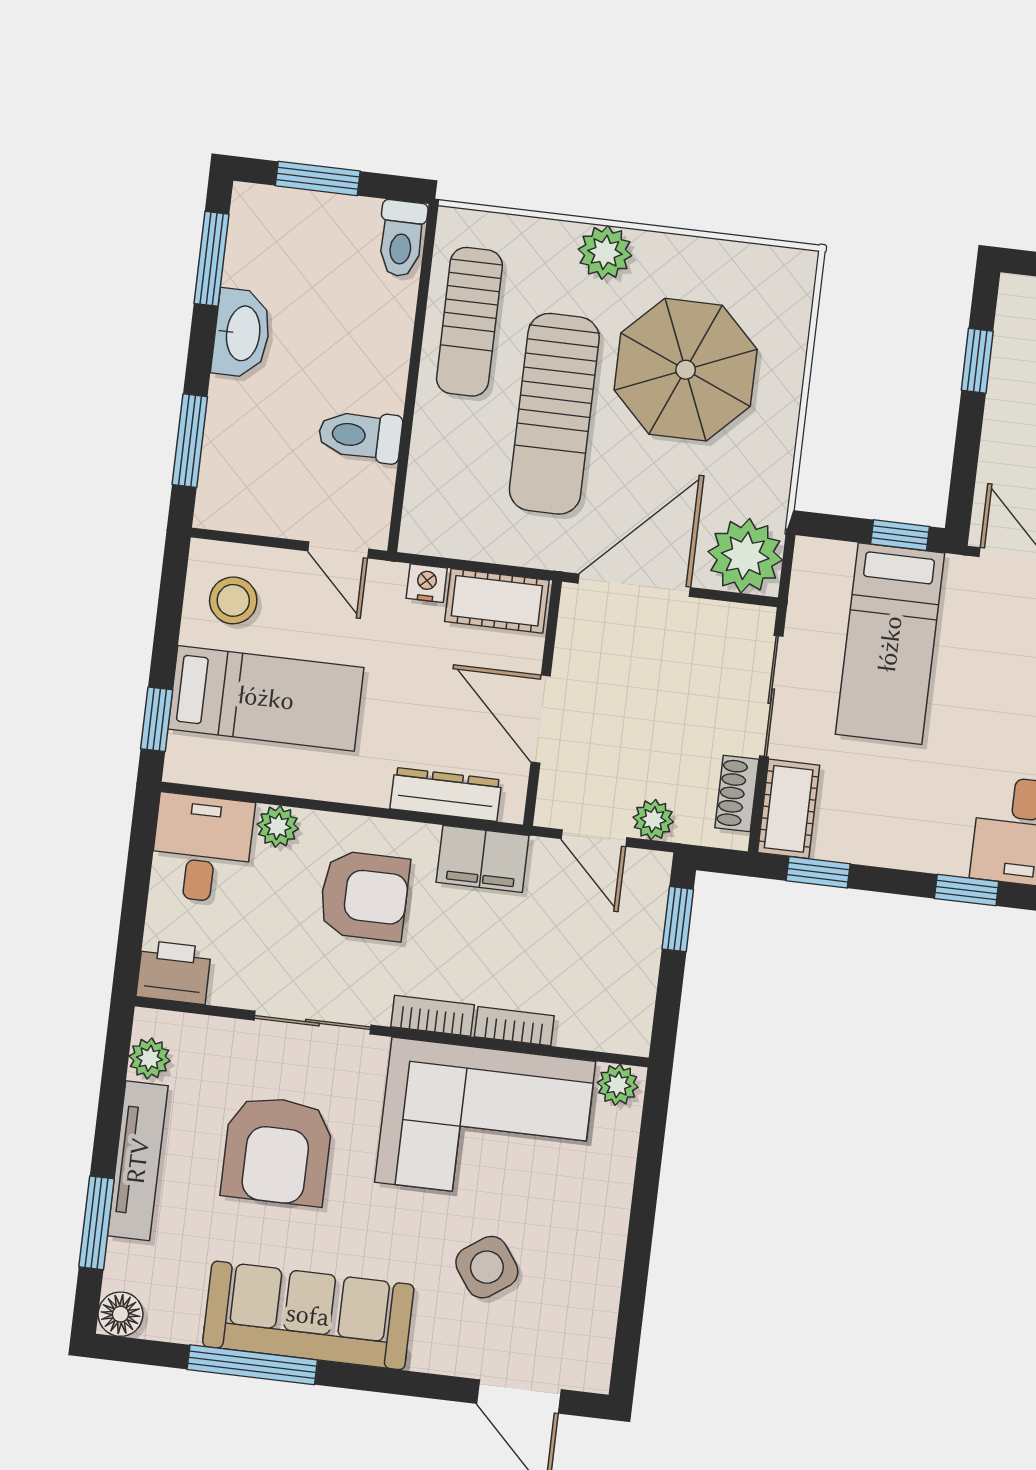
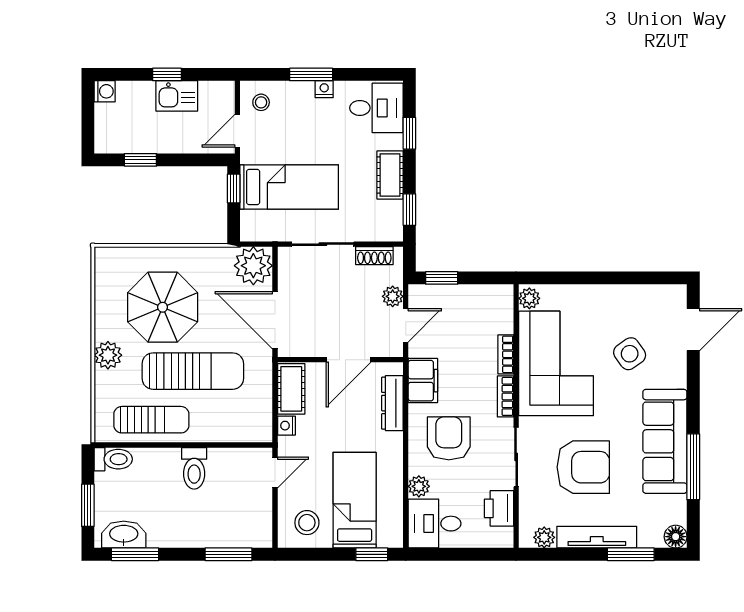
washbasin: (242, 333) -> (124, 535), moved
toilet: (360, 436) -> (194, 468), moved
cot: (789, 809) -> (390, 175), moved, turned 90
printer: (174, 972) -> (499, 508), moved

